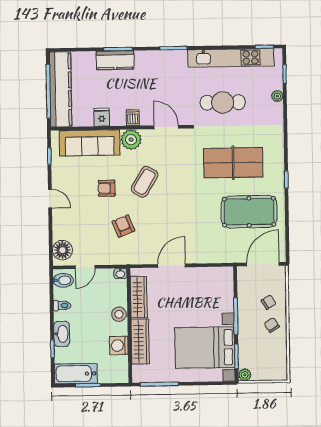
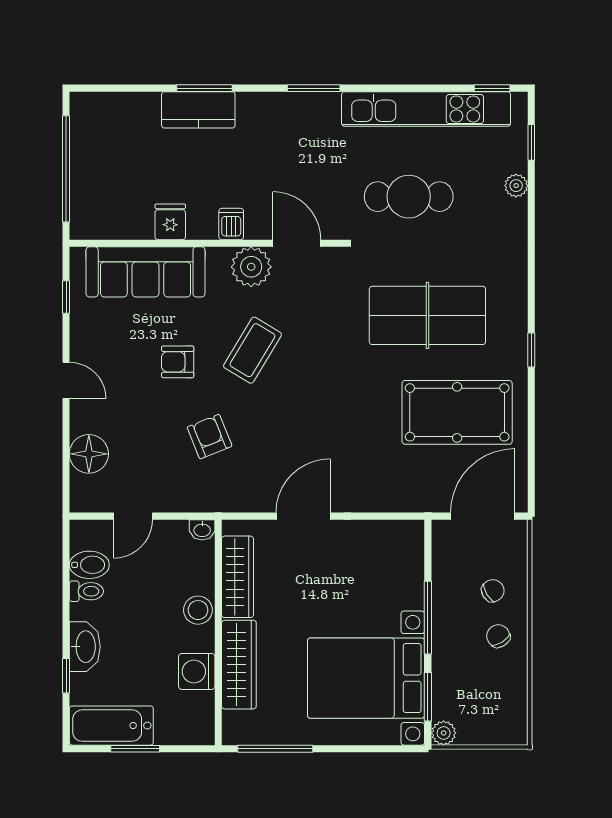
kitchen counter: (61, 89) -> (90, 166), removed
plant: (131, 140) -> (251, 267), moved
floor lamp: (62, 250) -> (89, 454), moved
bidet: (63, 280) -> (89, 565), moved

